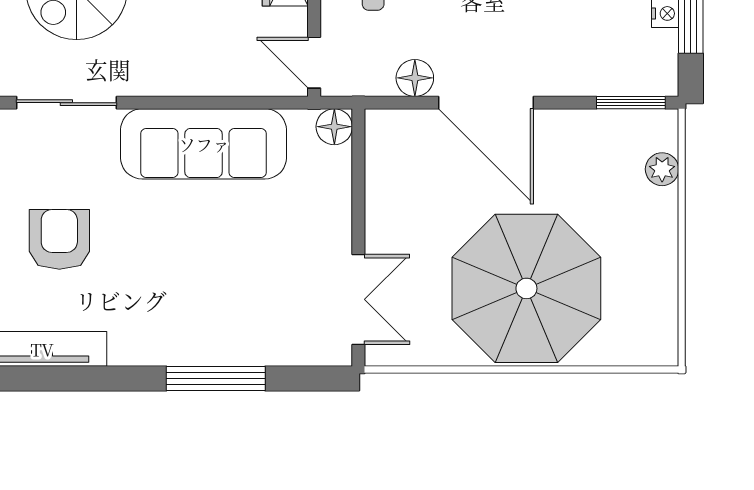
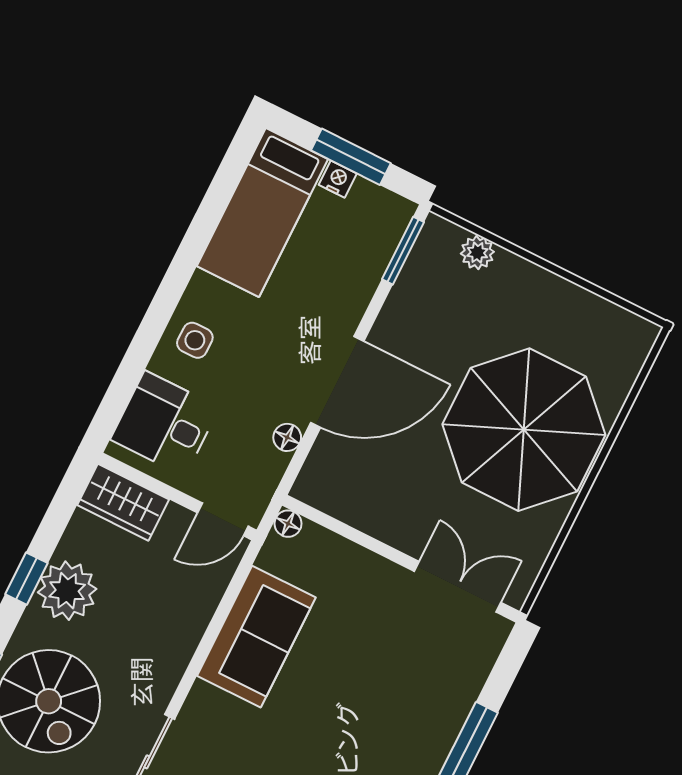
floor lamp: (415, 78) -> (287, 437), width x0.73, depth x0.73
floor lamp: (334, 127) -> (288, 524), width x0.73, depth x0.73
sofa: (204, 144) -> (256, 637), width x0.73

